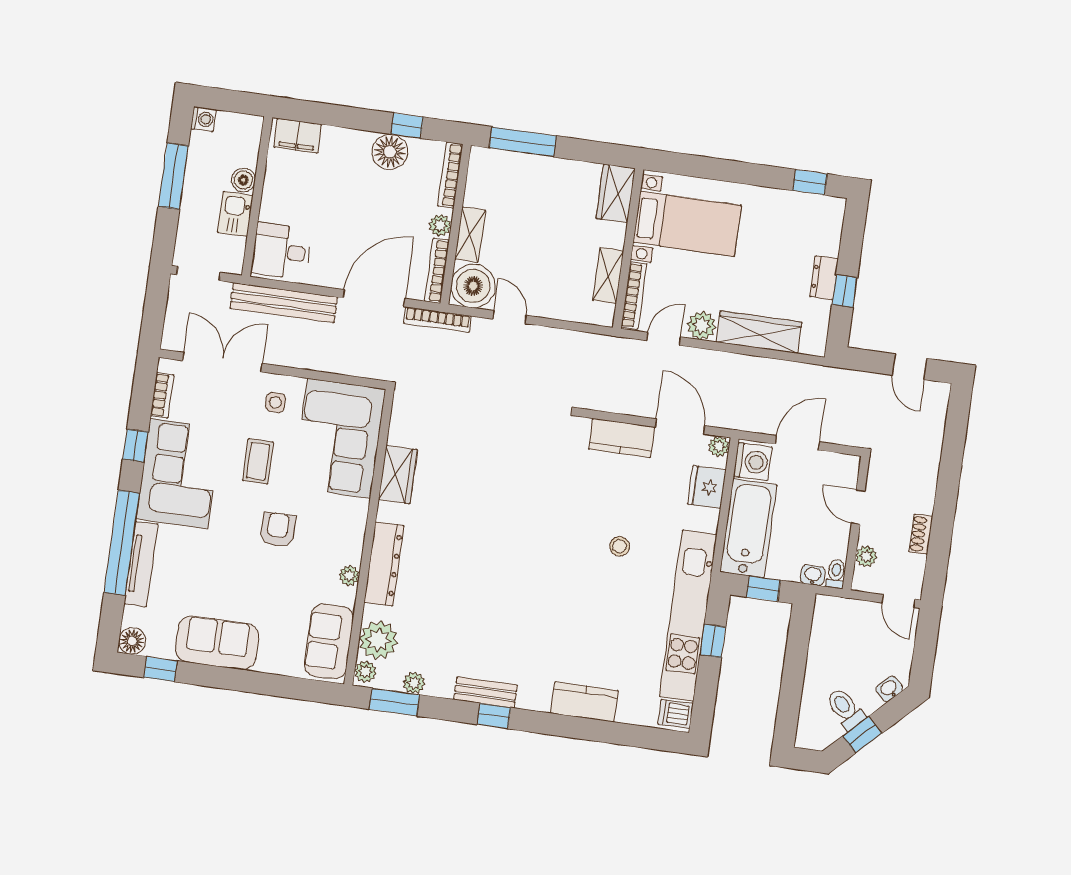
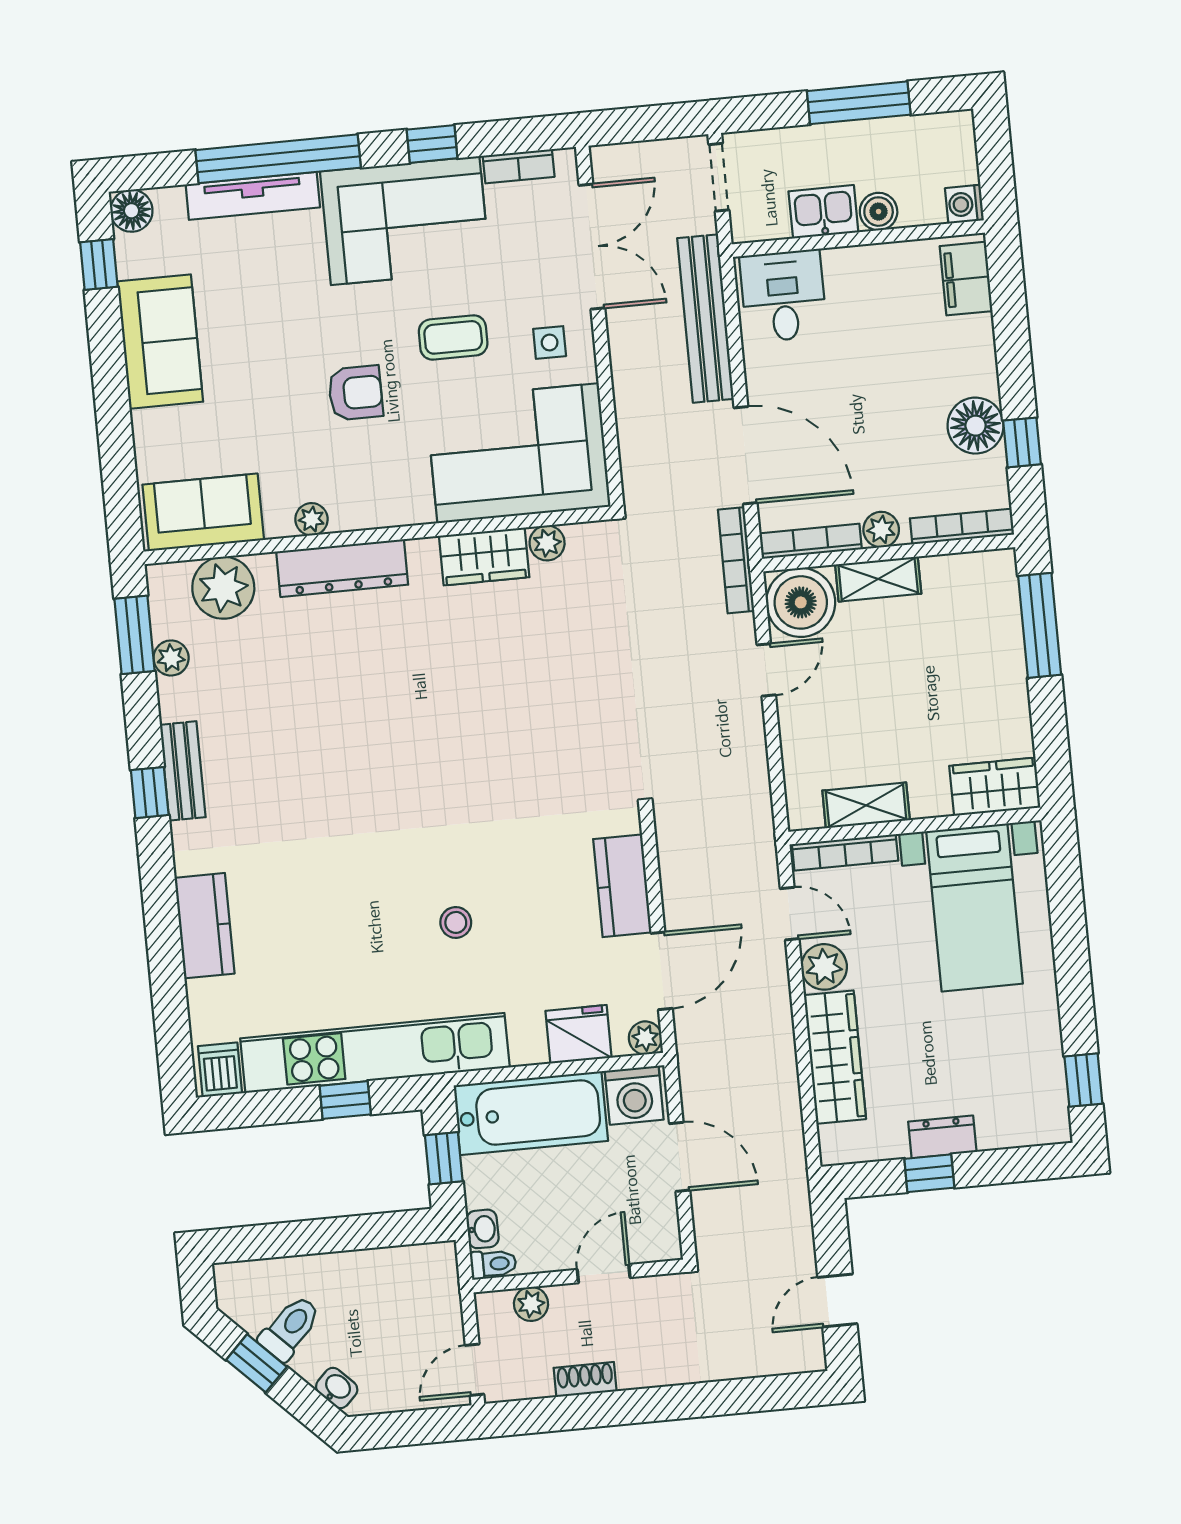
washing machine: (203, 119) -> (964, 204), moved, turned 90
plant: (365, 672) -> (547, 543), moved

